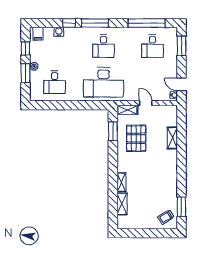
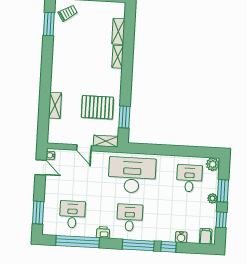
printer: (125, 32) -> (103, 232), added
plant: (35, 95) -> (213, 164), added
pallet: (136, 138) -> (97, 107), turned 90

